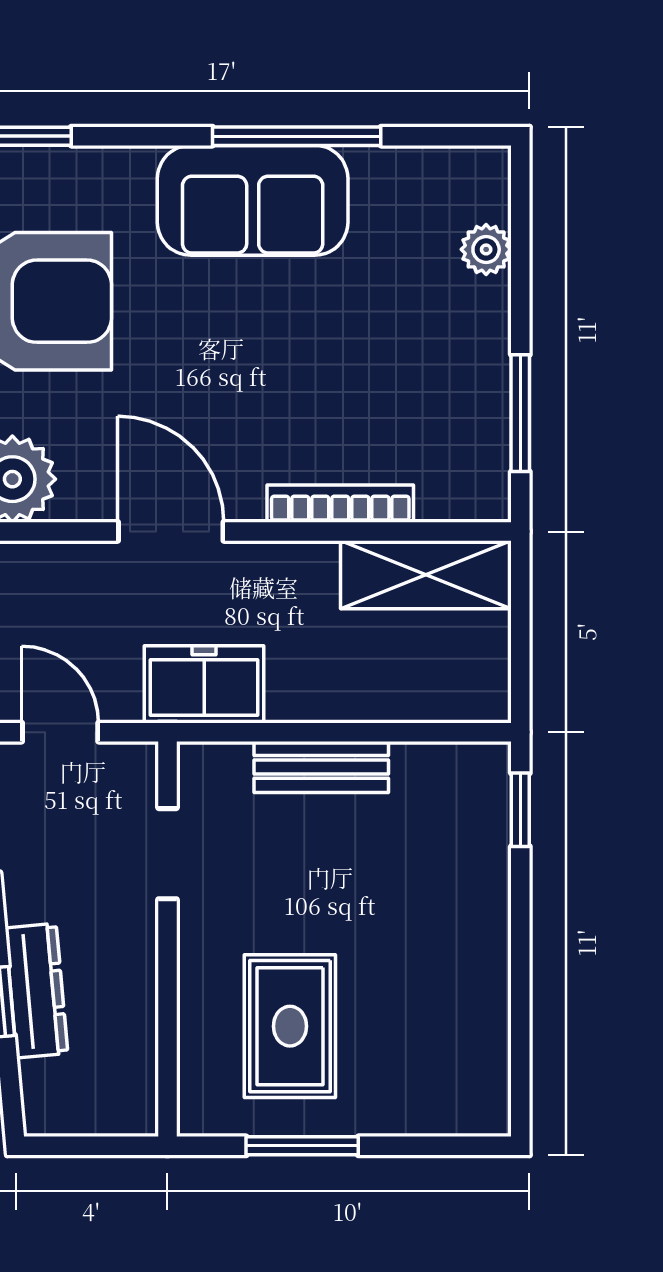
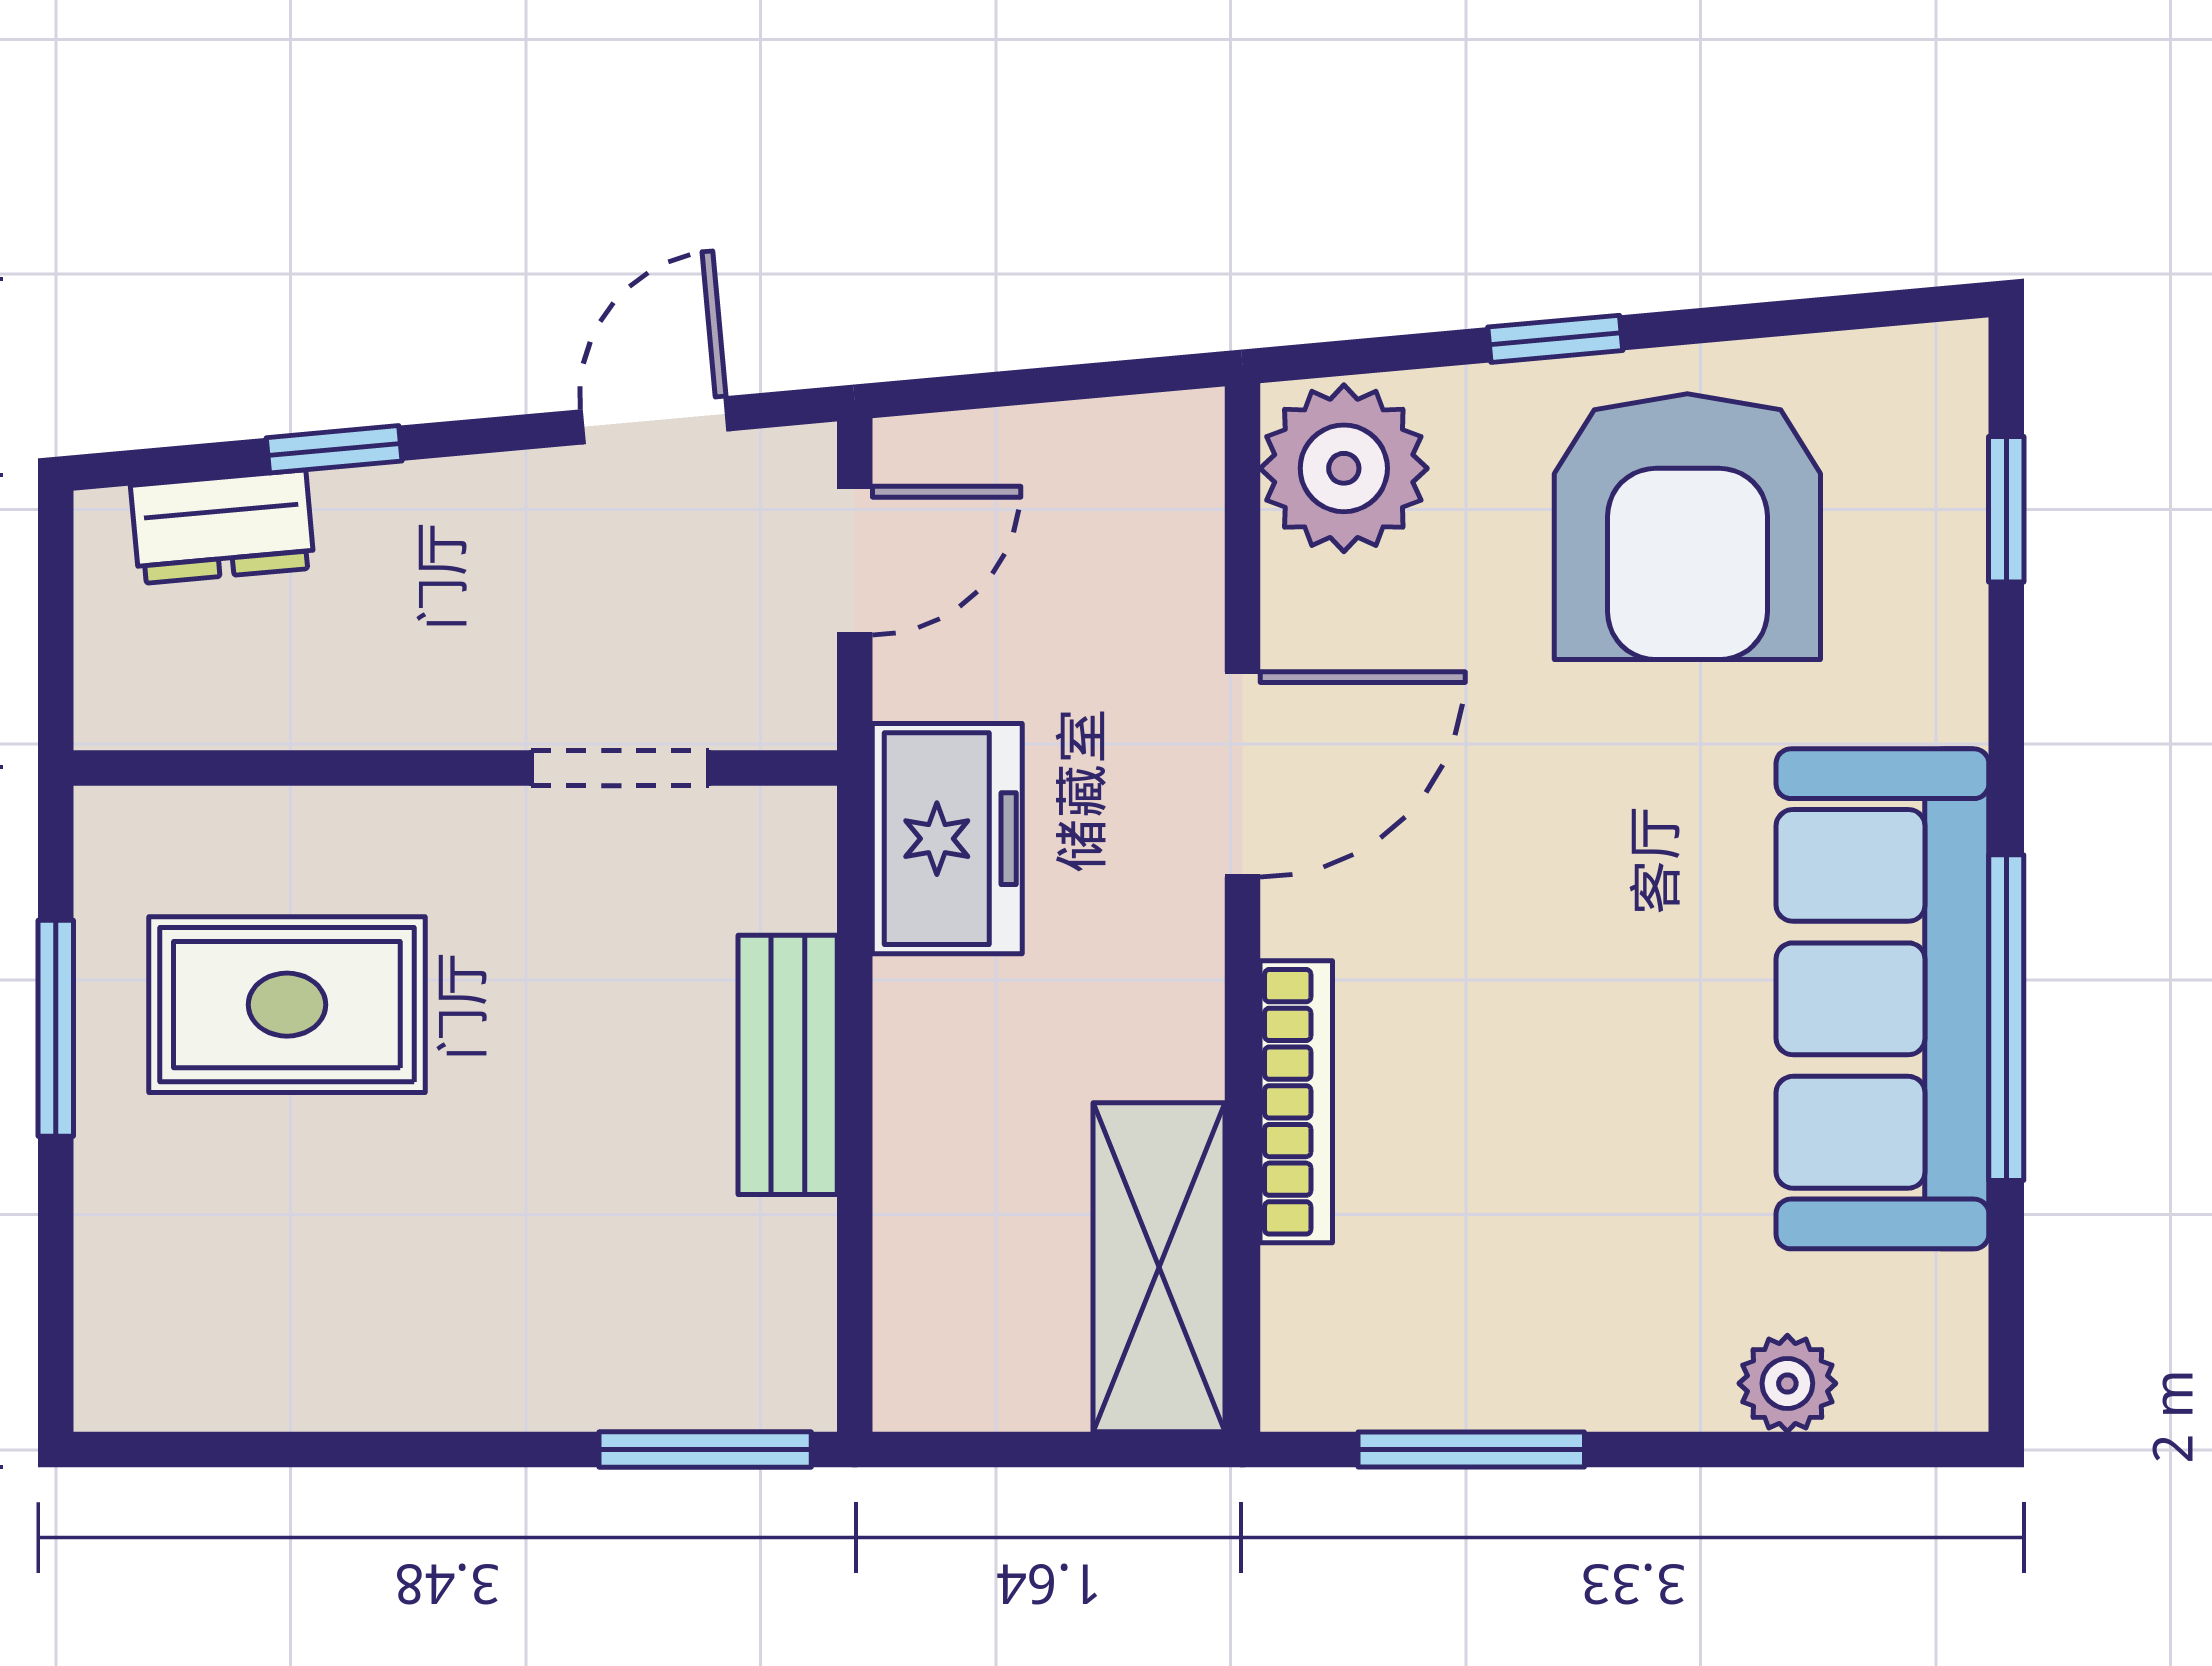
sofa: (253, 200) -> (1882, 999), width x1.36
window: (520, 810) -> (705, 1450), width x1.50
dresser: (36, 991) -> (223, 527), moved, width x0.70

